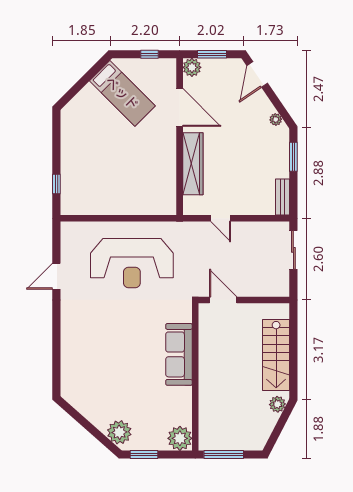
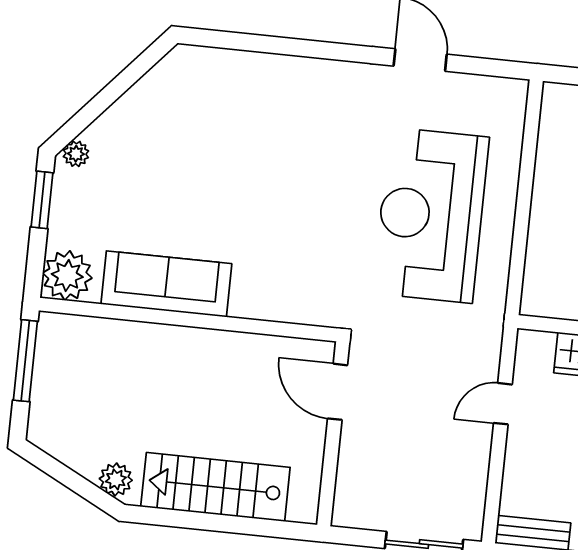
door: (223, 300) -> (338, 392), swing flipped
sofa: (179, 354) -> (166, 284), moved
plant: (119, 432) -> (76, 154), width x0.53, depth x0.53

